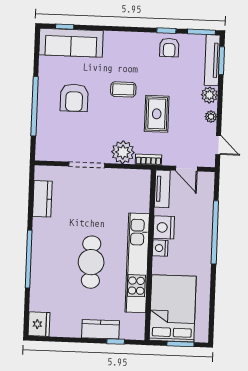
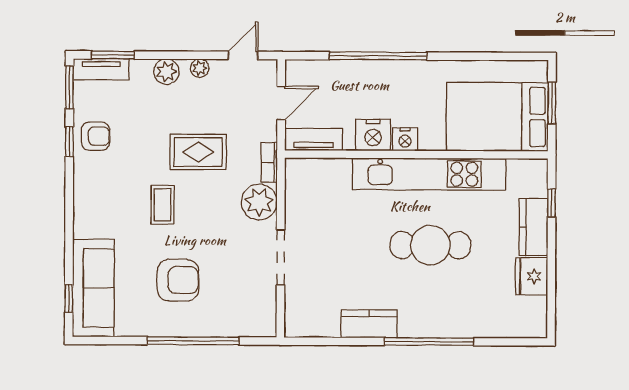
tv unit: (212, 60) -> (101, 69), width x0.71
kitchen counter: (42, 199) -> (369, 324), moved
fridge: (39, 324) -> (532, 276), moved, turned -90

